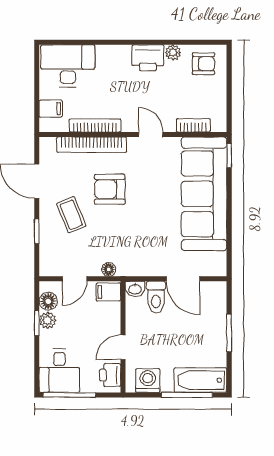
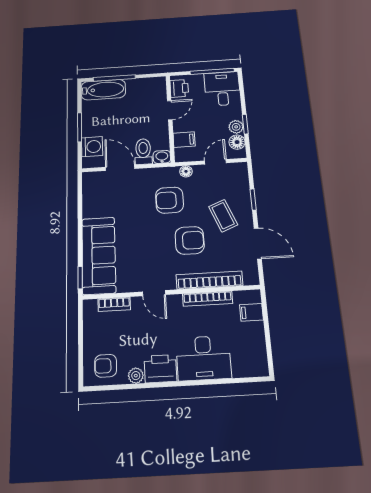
desk: (68, 66) -> (204, 358), moved
sofa: (204, 194) -> (99, 255), width x0.74, depth x0.79
armchair: (129, 237) -> (169, 200), added
filing cabinet: (108, 292) -> (184, 140), moved
washing machine: (148, 381) -> (92, 147), moved, turned -90

